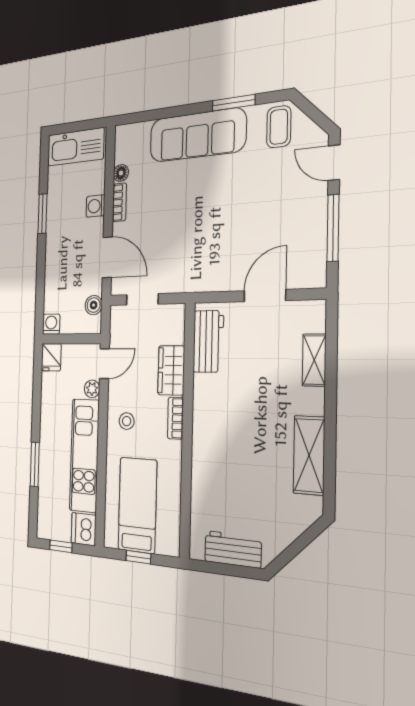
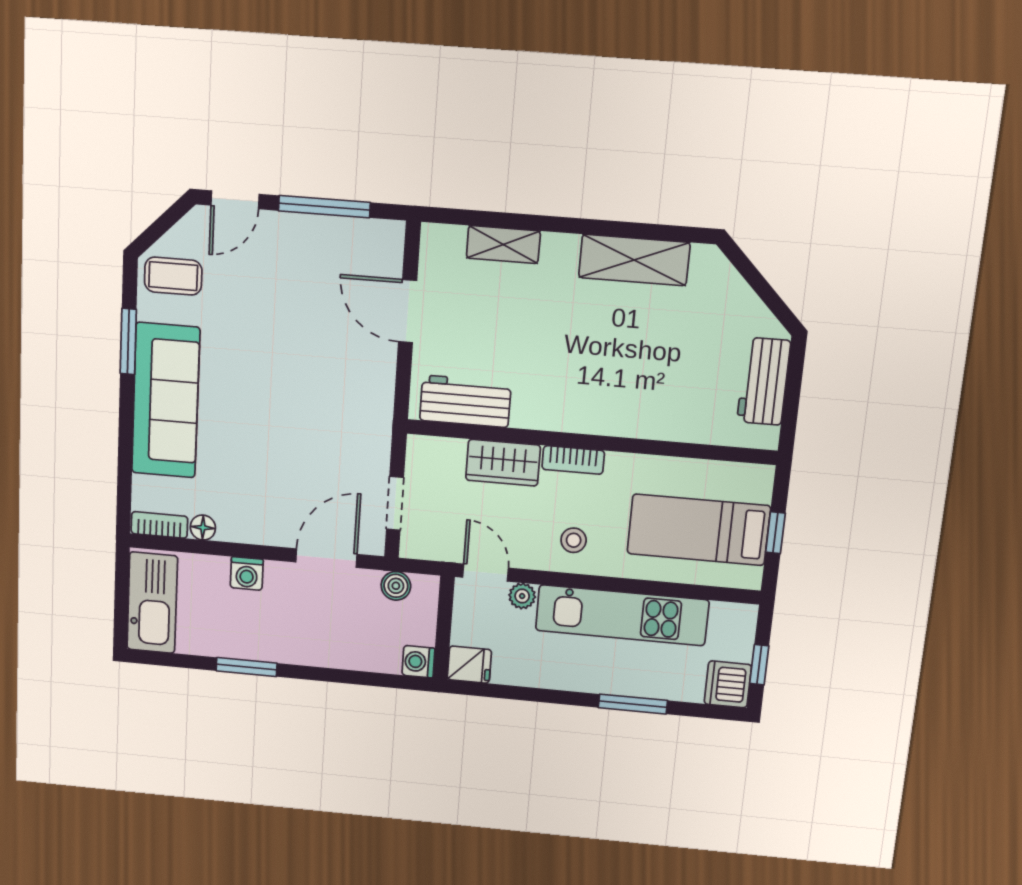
bookcase: (119, 202) -> (159, 525), moved
dishwasher: (84, 529) -> (728, 684), moved, turned 90

